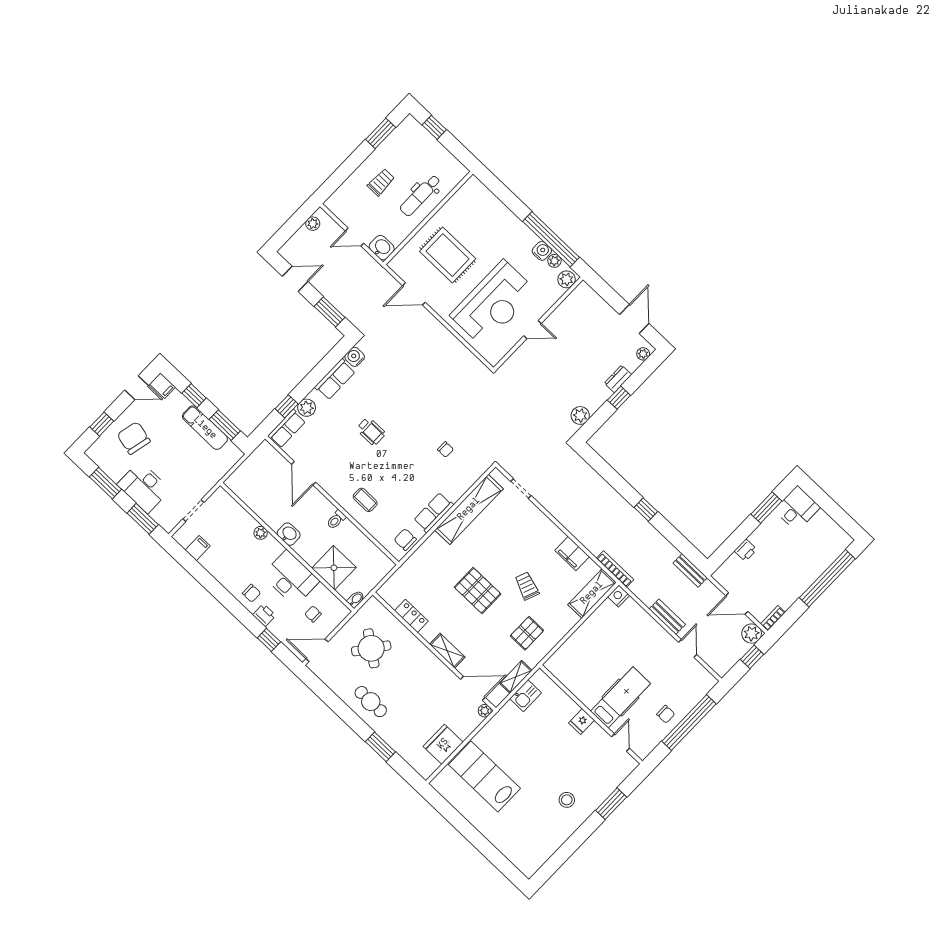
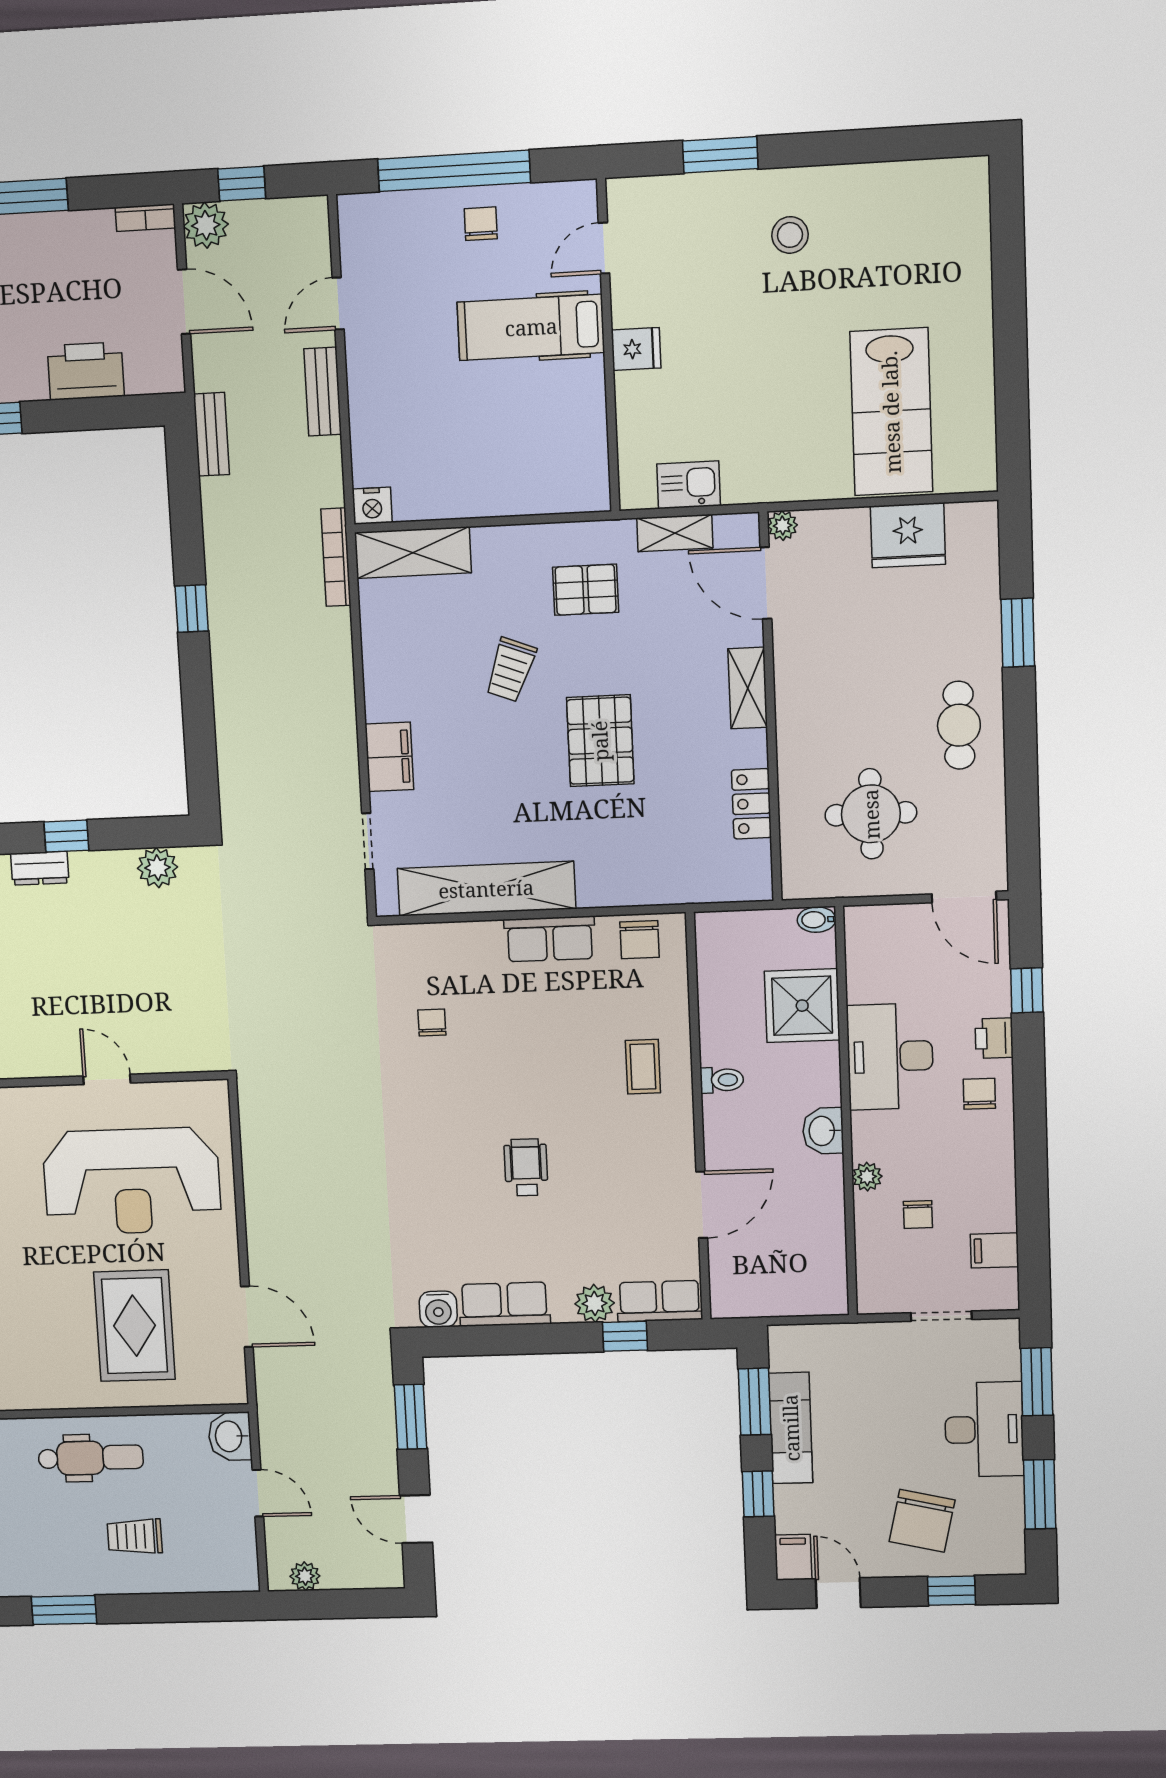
reception desk: (493, 303) -> (132, 1181), turned 180
printer: (746, 550) -> (86, 371), width x1.87, depth x1.48
filing cabinet: (572, 554) -> (389, 757), moved
chair: (313, 614) -> (918, 1215), moved
round table: (371, 648) -> (871, 814), turned -36

